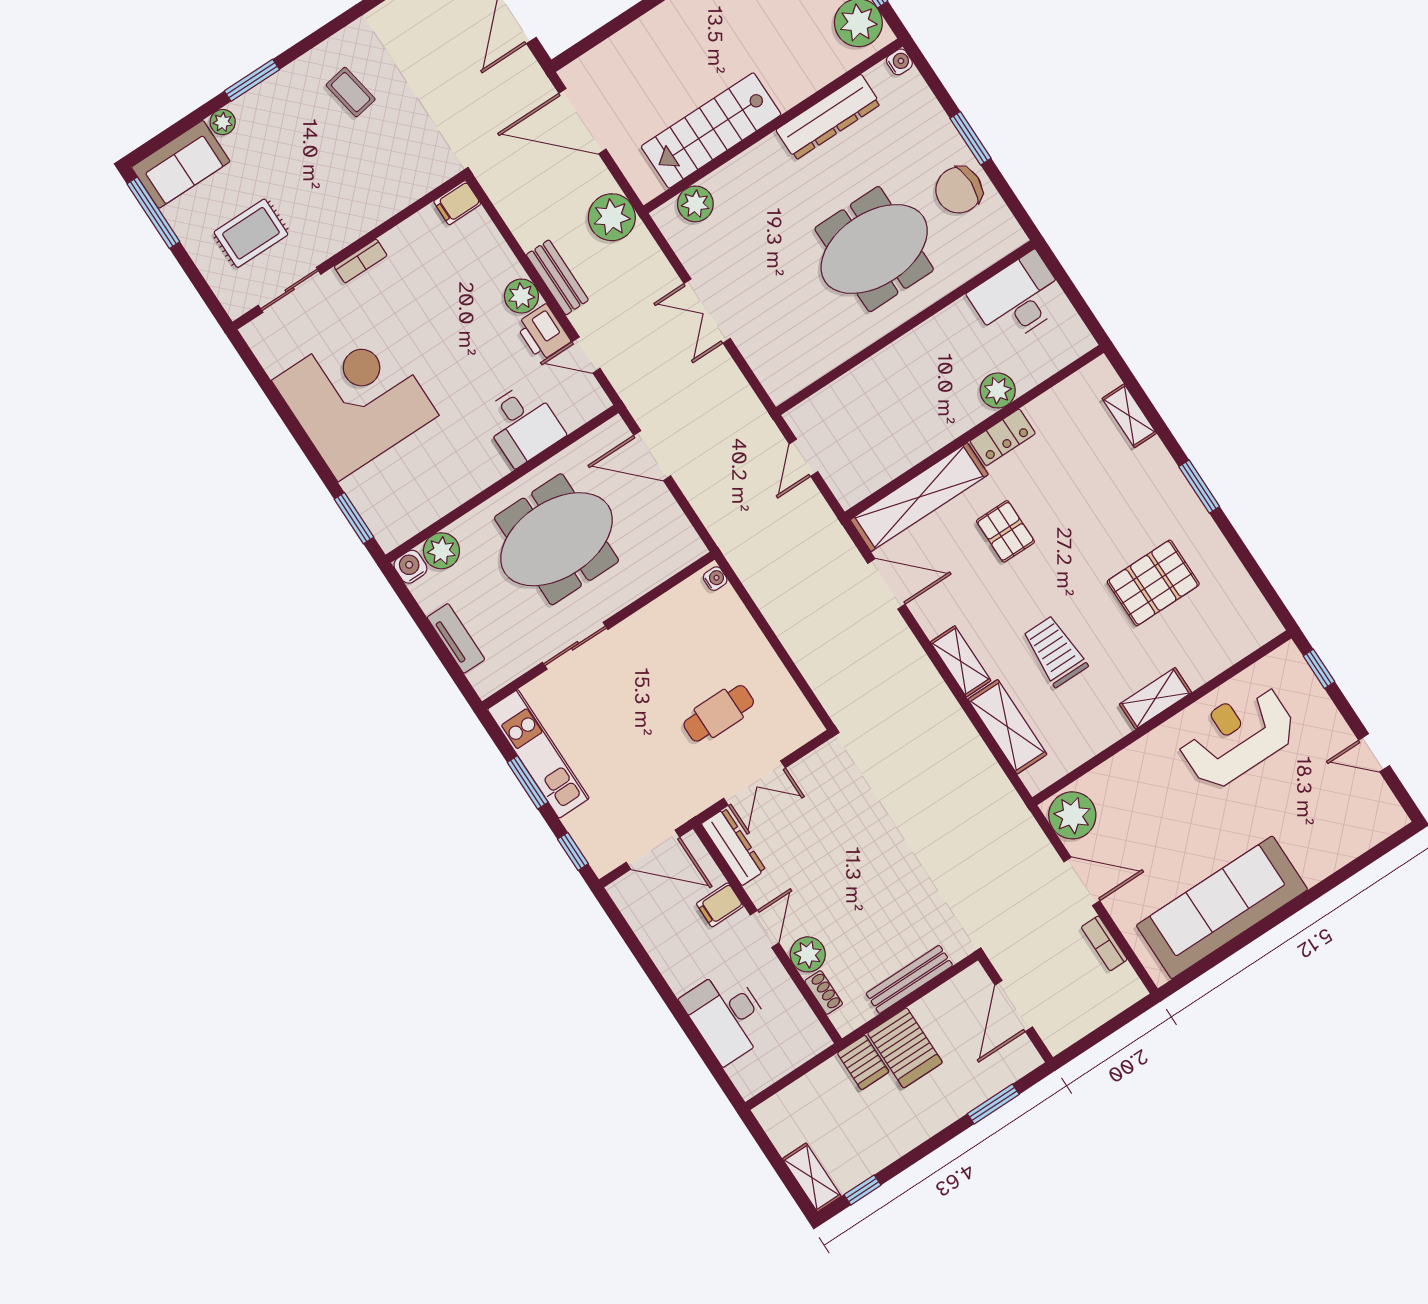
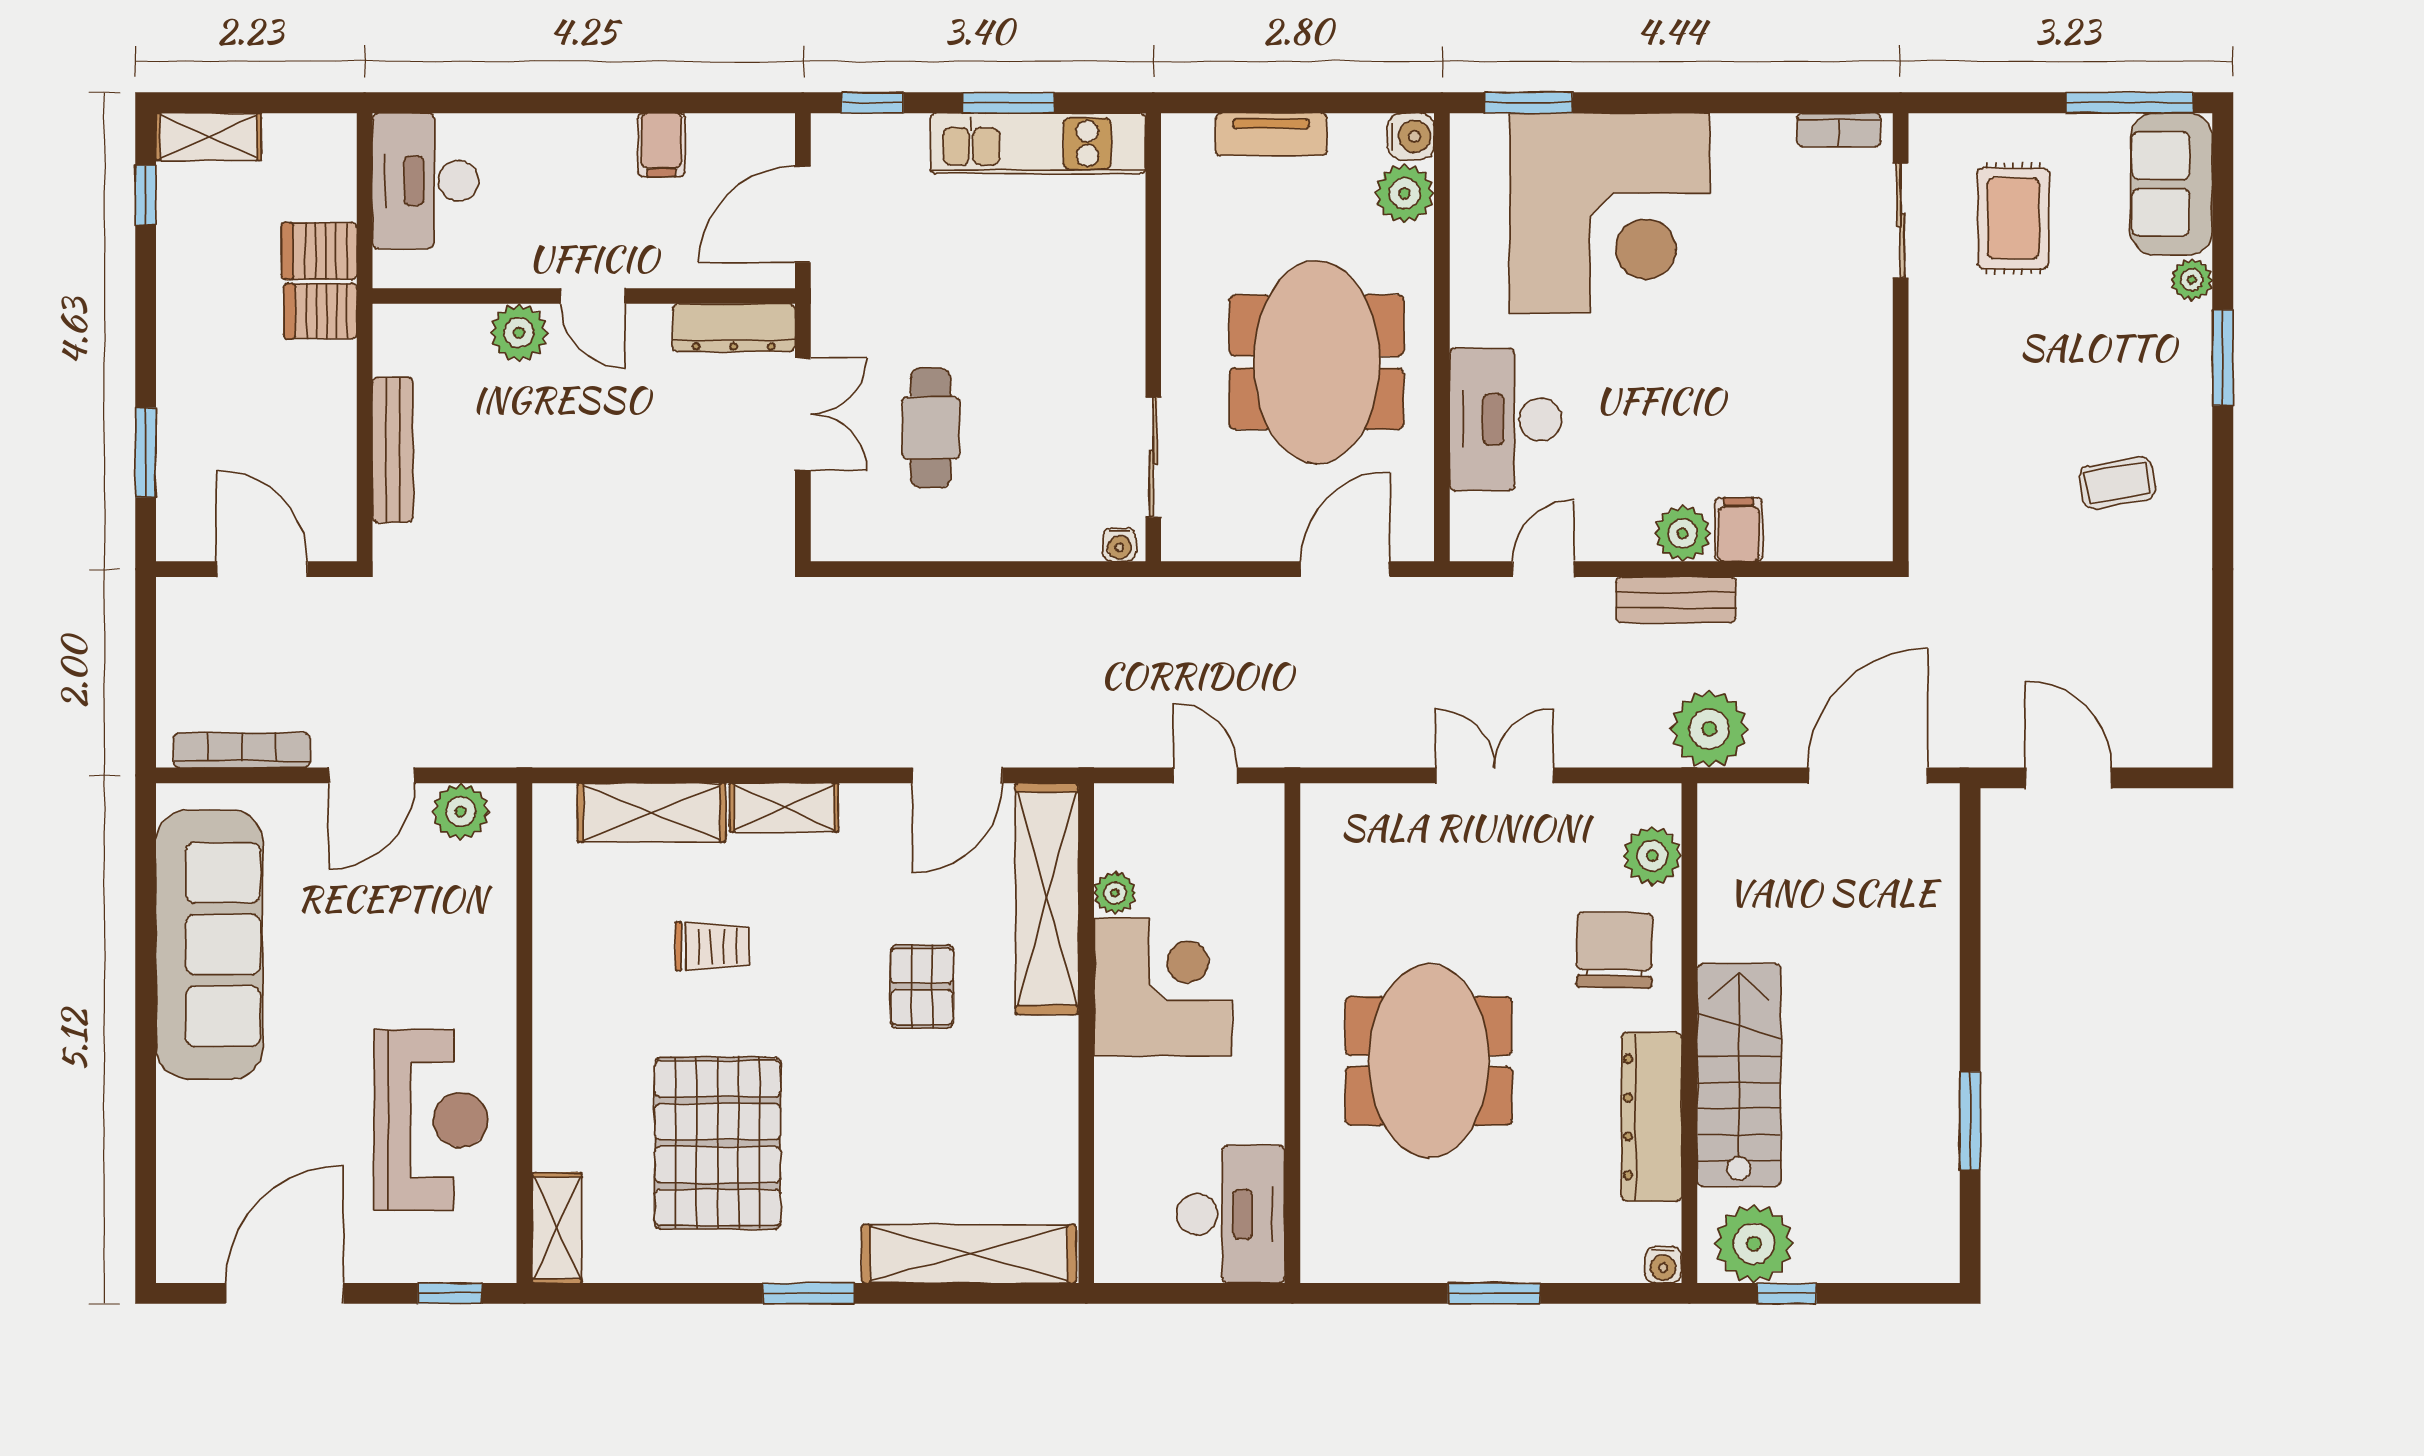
stairs: (711, 130) -> (1739, 1075), moved
chair: (959, 190) -> (1615, 950), moved
filing cabinet: (457, 203) -> (1739, 530), moved
bookcase: (361, 261) -> (1839, 130), moved, turned -90
printer: (543, 333) -> (1613, 530), removed
plant: (998, 390) -> (1115, 893), moved, width x0.73, depth x0.73
corner desk: (355, 398) -> (1610, 213), moved
corner desk: (925, 409) -> (1163, 987), added
shelving: (1129, 416) -> (969, 1254), width x2.20, depth x1.33
desk: (523, 424) -> (1506, 419), width x1.37
locker: (1003, 437) -> (1054, 1068), removed
pallet: (1005, 531) -> (922, 986), turned 90
pallet: (1153, 583) -> (718, 1143), width x1.37, depth x1.41
sliding door: (575, 646) -> (1153, 457), moved
trolley: (1055, 651) -> (712, 946), width x0.73, depth x0.72
shelving: (1155, 698) -> (557, 1228), moved
door: (1374, 753) -> (285, 1293), width x1.87
double door: (754, 783) -> (803, 414), swing flipped
plant: (1072, 815) -> (461, 812), width x0.73, depth x0.73
filing cabinet: (720, 905) -> (662, 145), moved, turned 180
bookcase: (1104, 943) -> (242, 750), width x1.56
shoe rack: (824, 992) -> (452, 320), removed
desk: (727, 1016) -> (426, 181), moved, turned -90
server rack: (905, 1048) -> (319, 251), moved, width x0.73, depth x0.70

